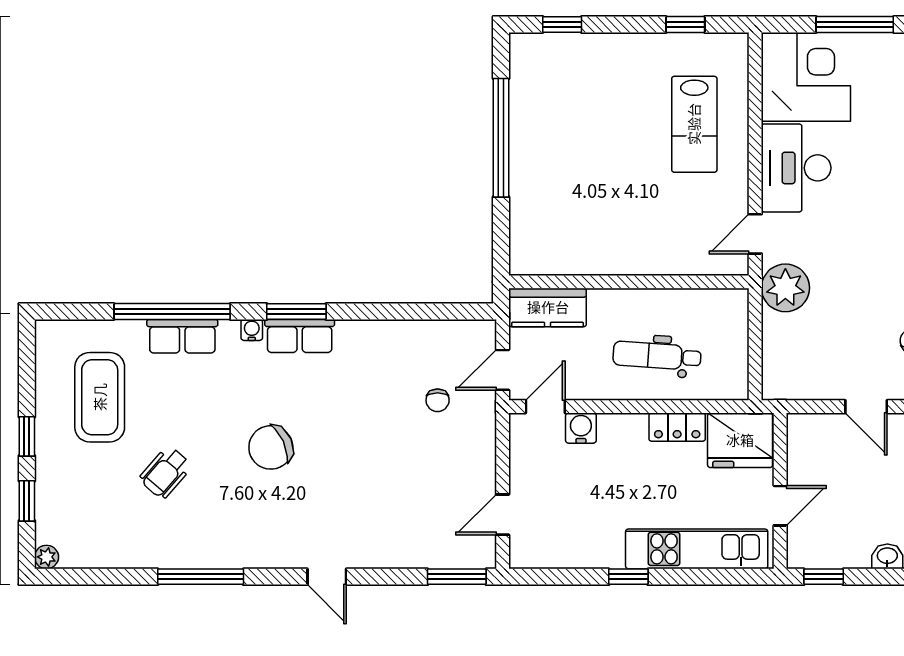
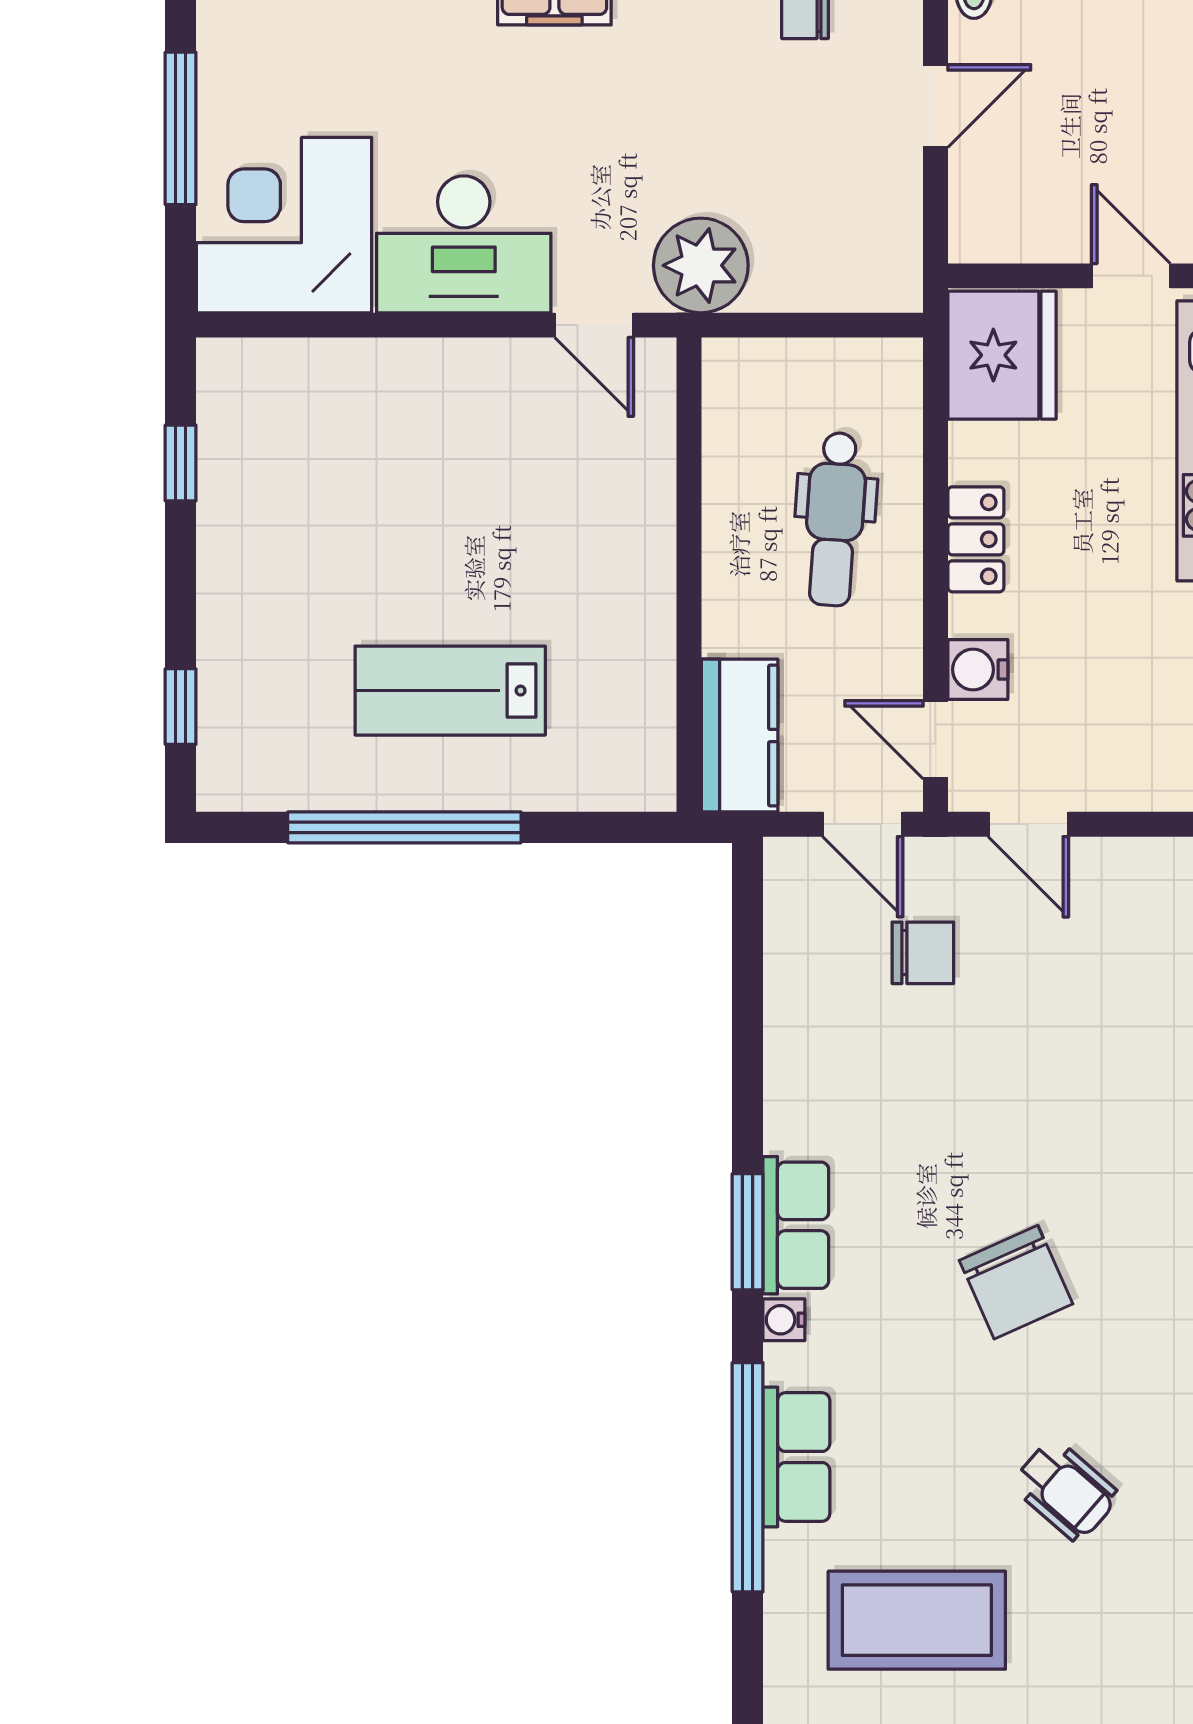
lab bench: (694, 124) -> (450, 691), moved, turned 180
chair: (438, 400) -> (923, 953), width x1.37, depth x1.37
locker: (677, 427) -> (976, 539), moved
door: (503, 515) -> (1028, 824), moved

